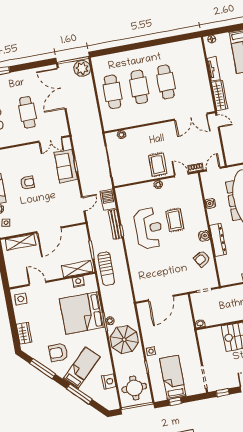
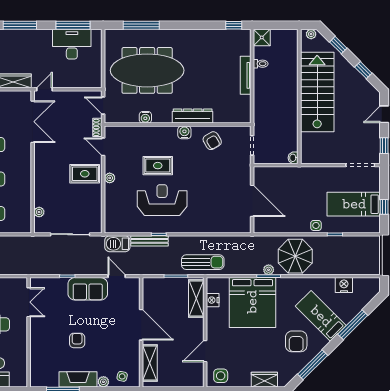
sofa: (66, 166) -> (88, 289), moved
door: (181, 175) -> (103, 147), hinge flipped
round table: (134, 388) -> (358, 255), removed

